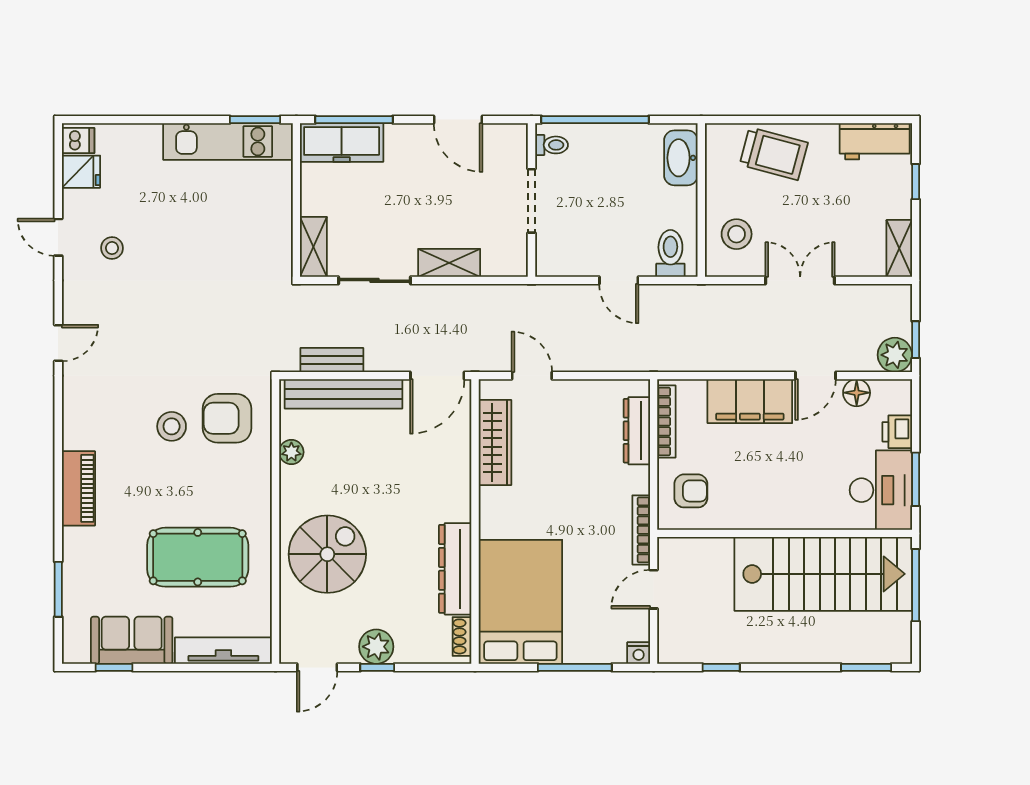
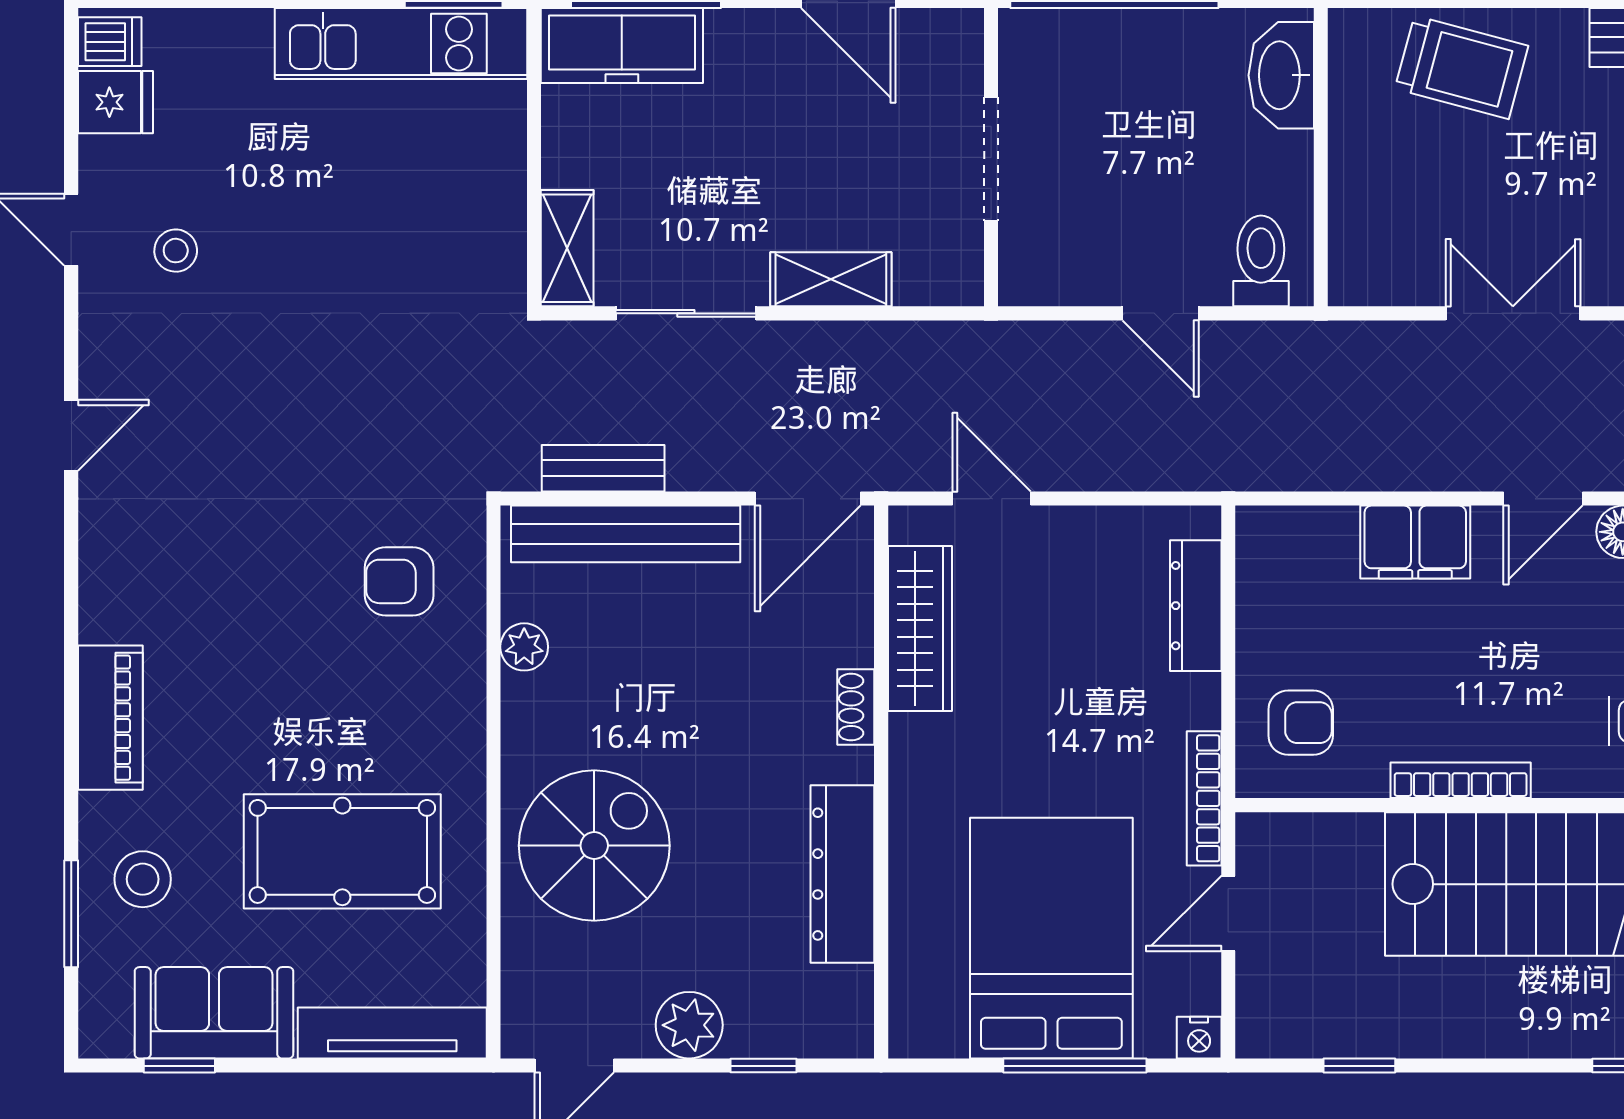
toilet: (552, 145) -> (1030, 50), removed
stool: (737, 234) -> (1389, 224), removed
filing cabinet: (750, 401) -> (1415, 542), width x0.67, depth x0.86
armchair: (227, 418) -> (399, 581), width x0.72, depth x0.72
bookcase: (666, 421) -> (1461, 780), moved, turned -90
stool: (172, 426) -> (143, 879), moved
bed: (520, 602) -> (1051, 938), moved
shoe rack: (462, 636) -> (856, 707), moved
window: (377, 667) -> (763, 1066), moved

